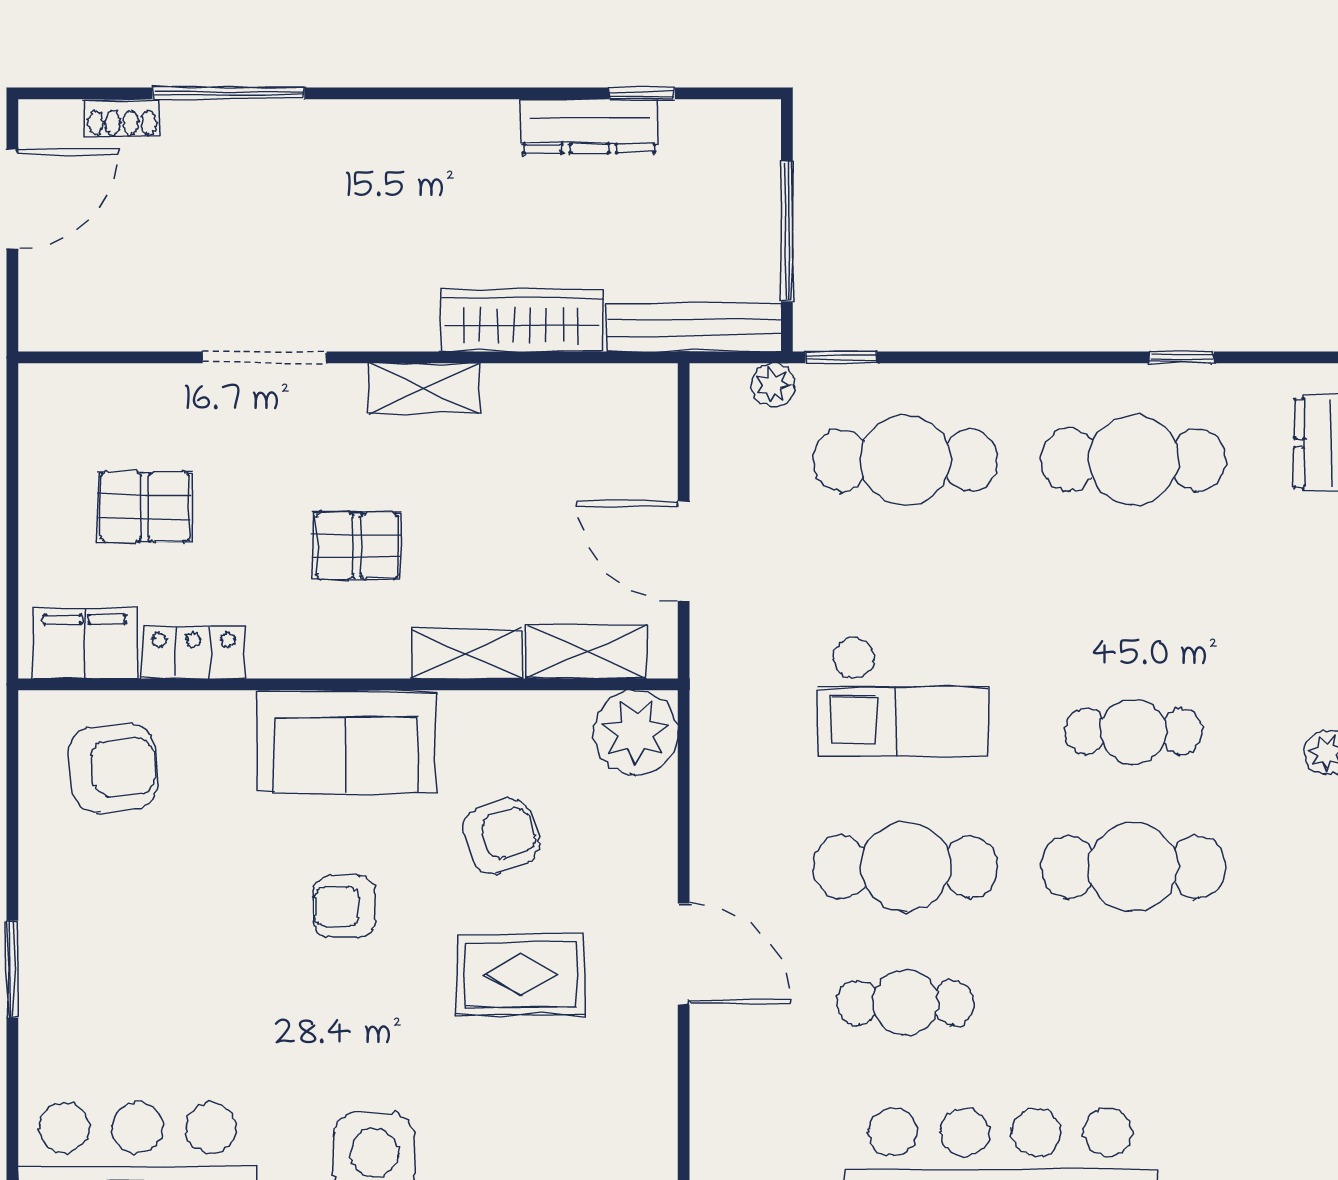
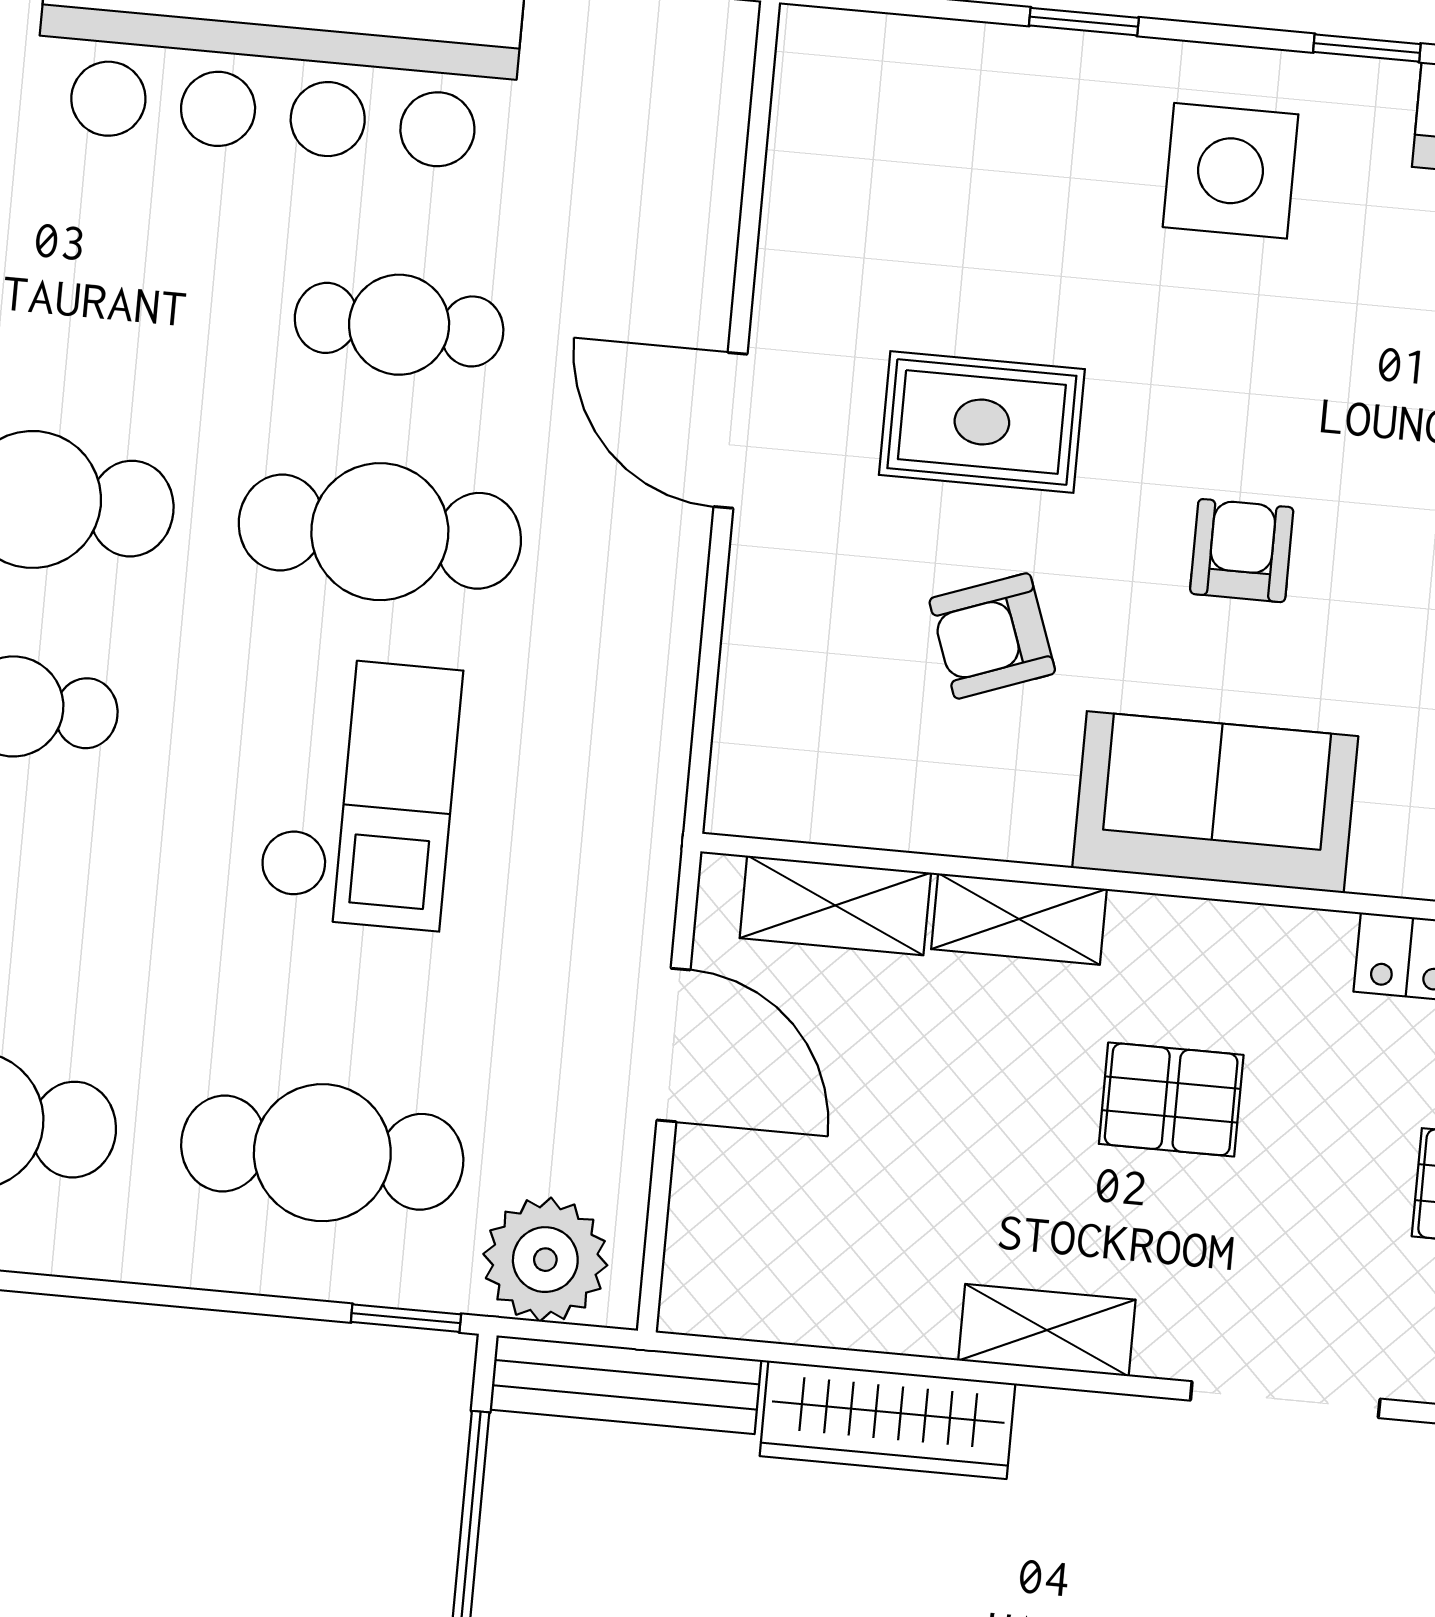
plant: (773, 385) -> (545, 1260), width x1.88, depth x1.88
checkout: (903, 696) -> (360, 793), turned 90
plant: (636, 732) -> (772, 775), removed
armchair: (344, 907) -> (1242, 551), turned -90

